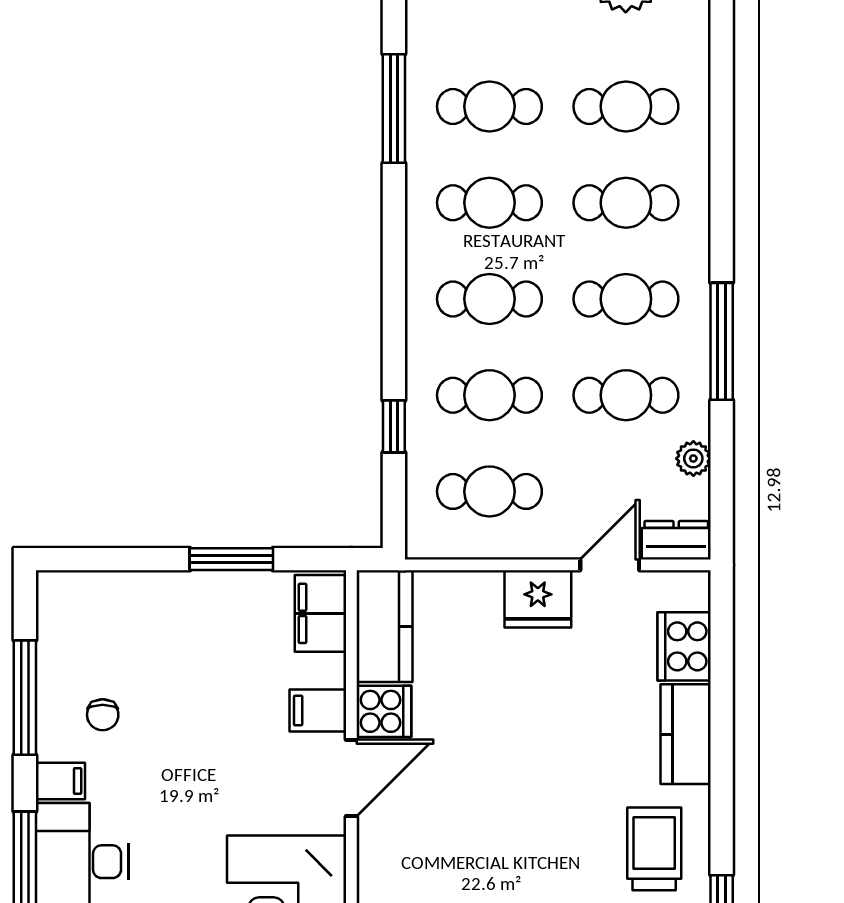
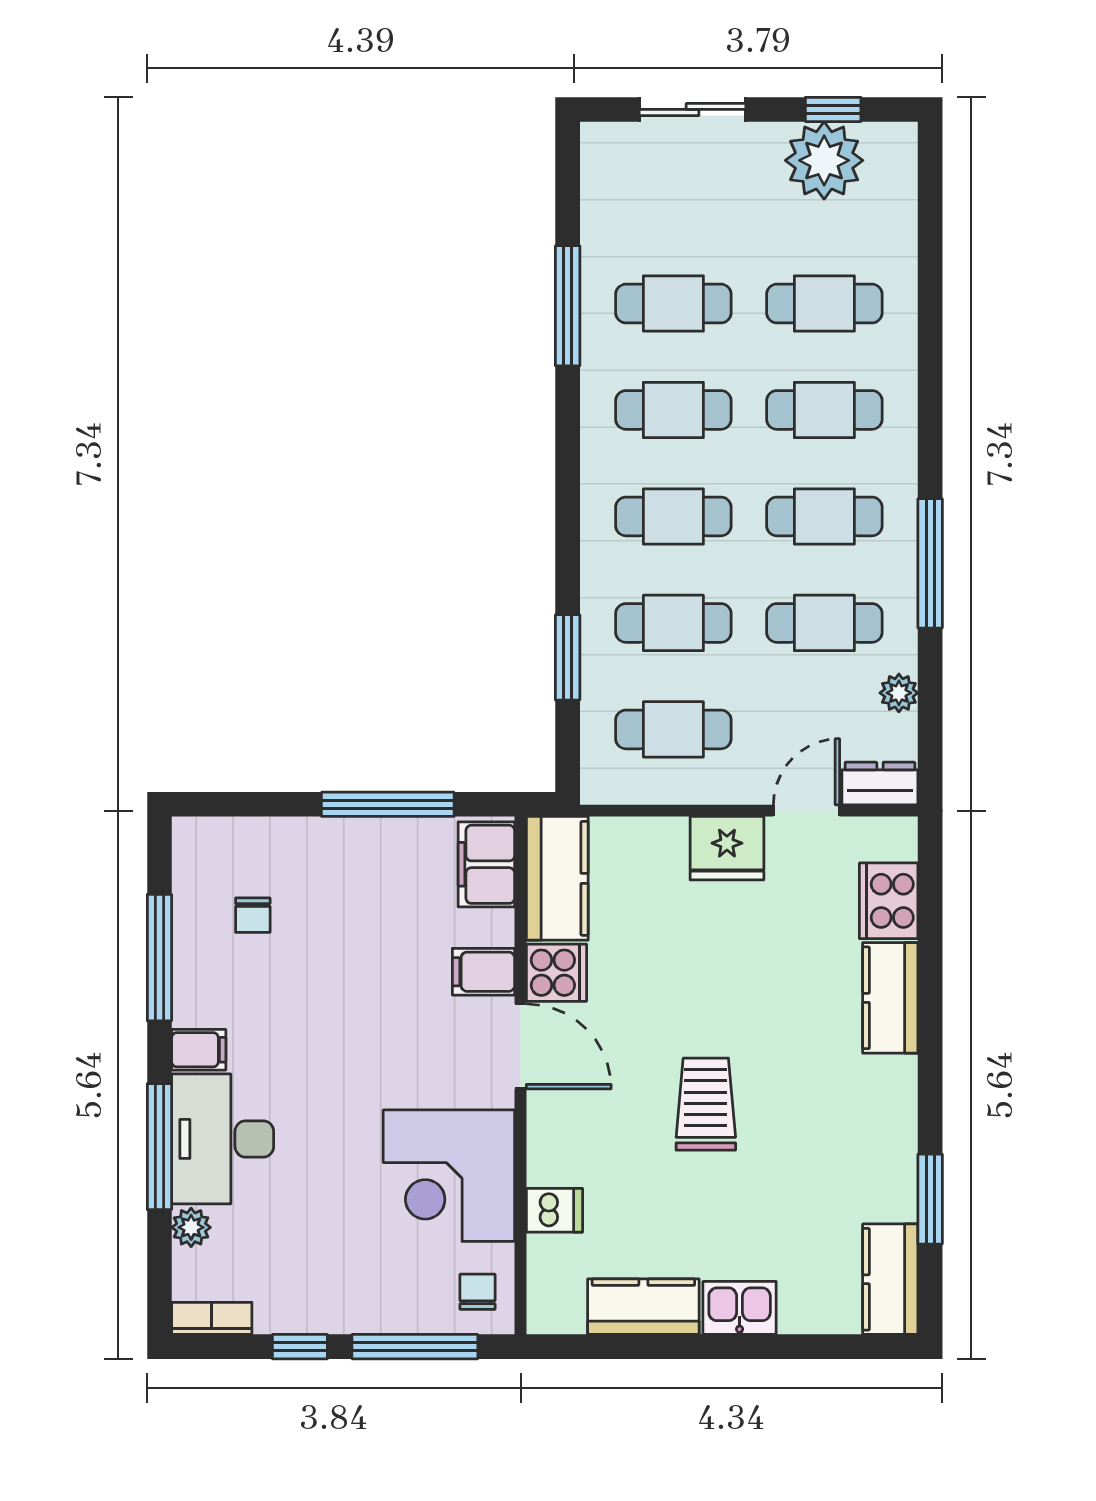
window: (394, 426) -> (568, 657), width x1.50
window: (231, 559) -> (388, 804), width x1.44
chair: (103, 715) -> (253, 915), moved
door: (351, 778) -> (521, 1046), hinge flipped
trolley: (654, 849) -> (706, 1104), moved

